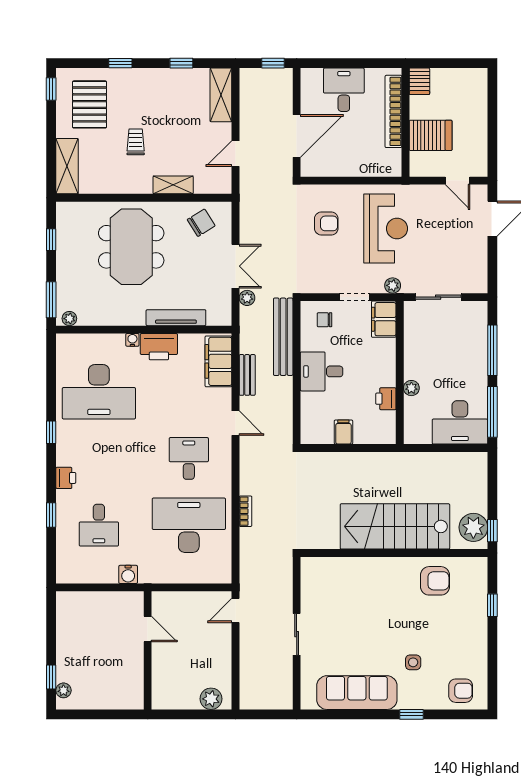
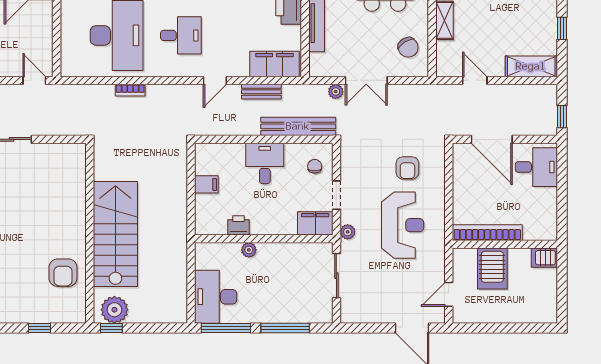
desk: (344, 90) -> (536, 167), moved
bookcase: (393, 111) -> (487, 233), moved
reception desk: (386, 229) -> (403, 225), turned -90

